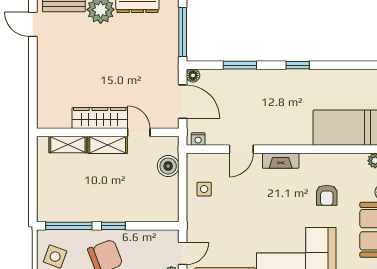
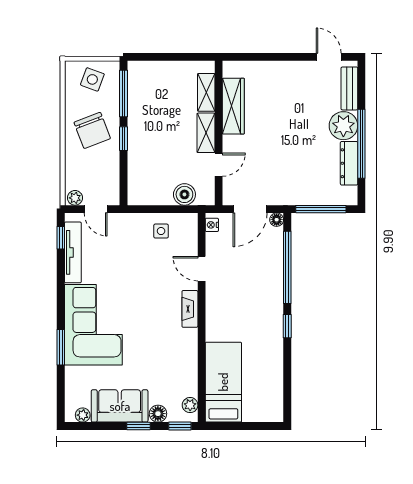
door: (33, 24) -> (329, 57), hinge flipped
window: (240, 65) -> (287, 267), width x2.11
wardrobe: (100, 118) -> (233, 106), moved
armchair: (327, 195) -> (155, 356), removed

